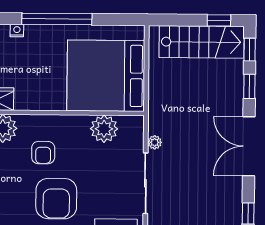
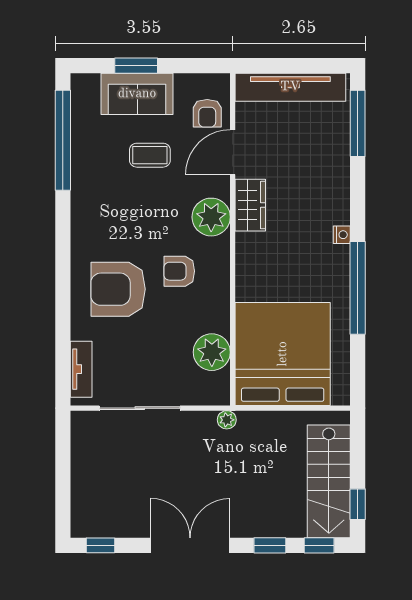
plant: (155, 142) -> (227, 420), moved

